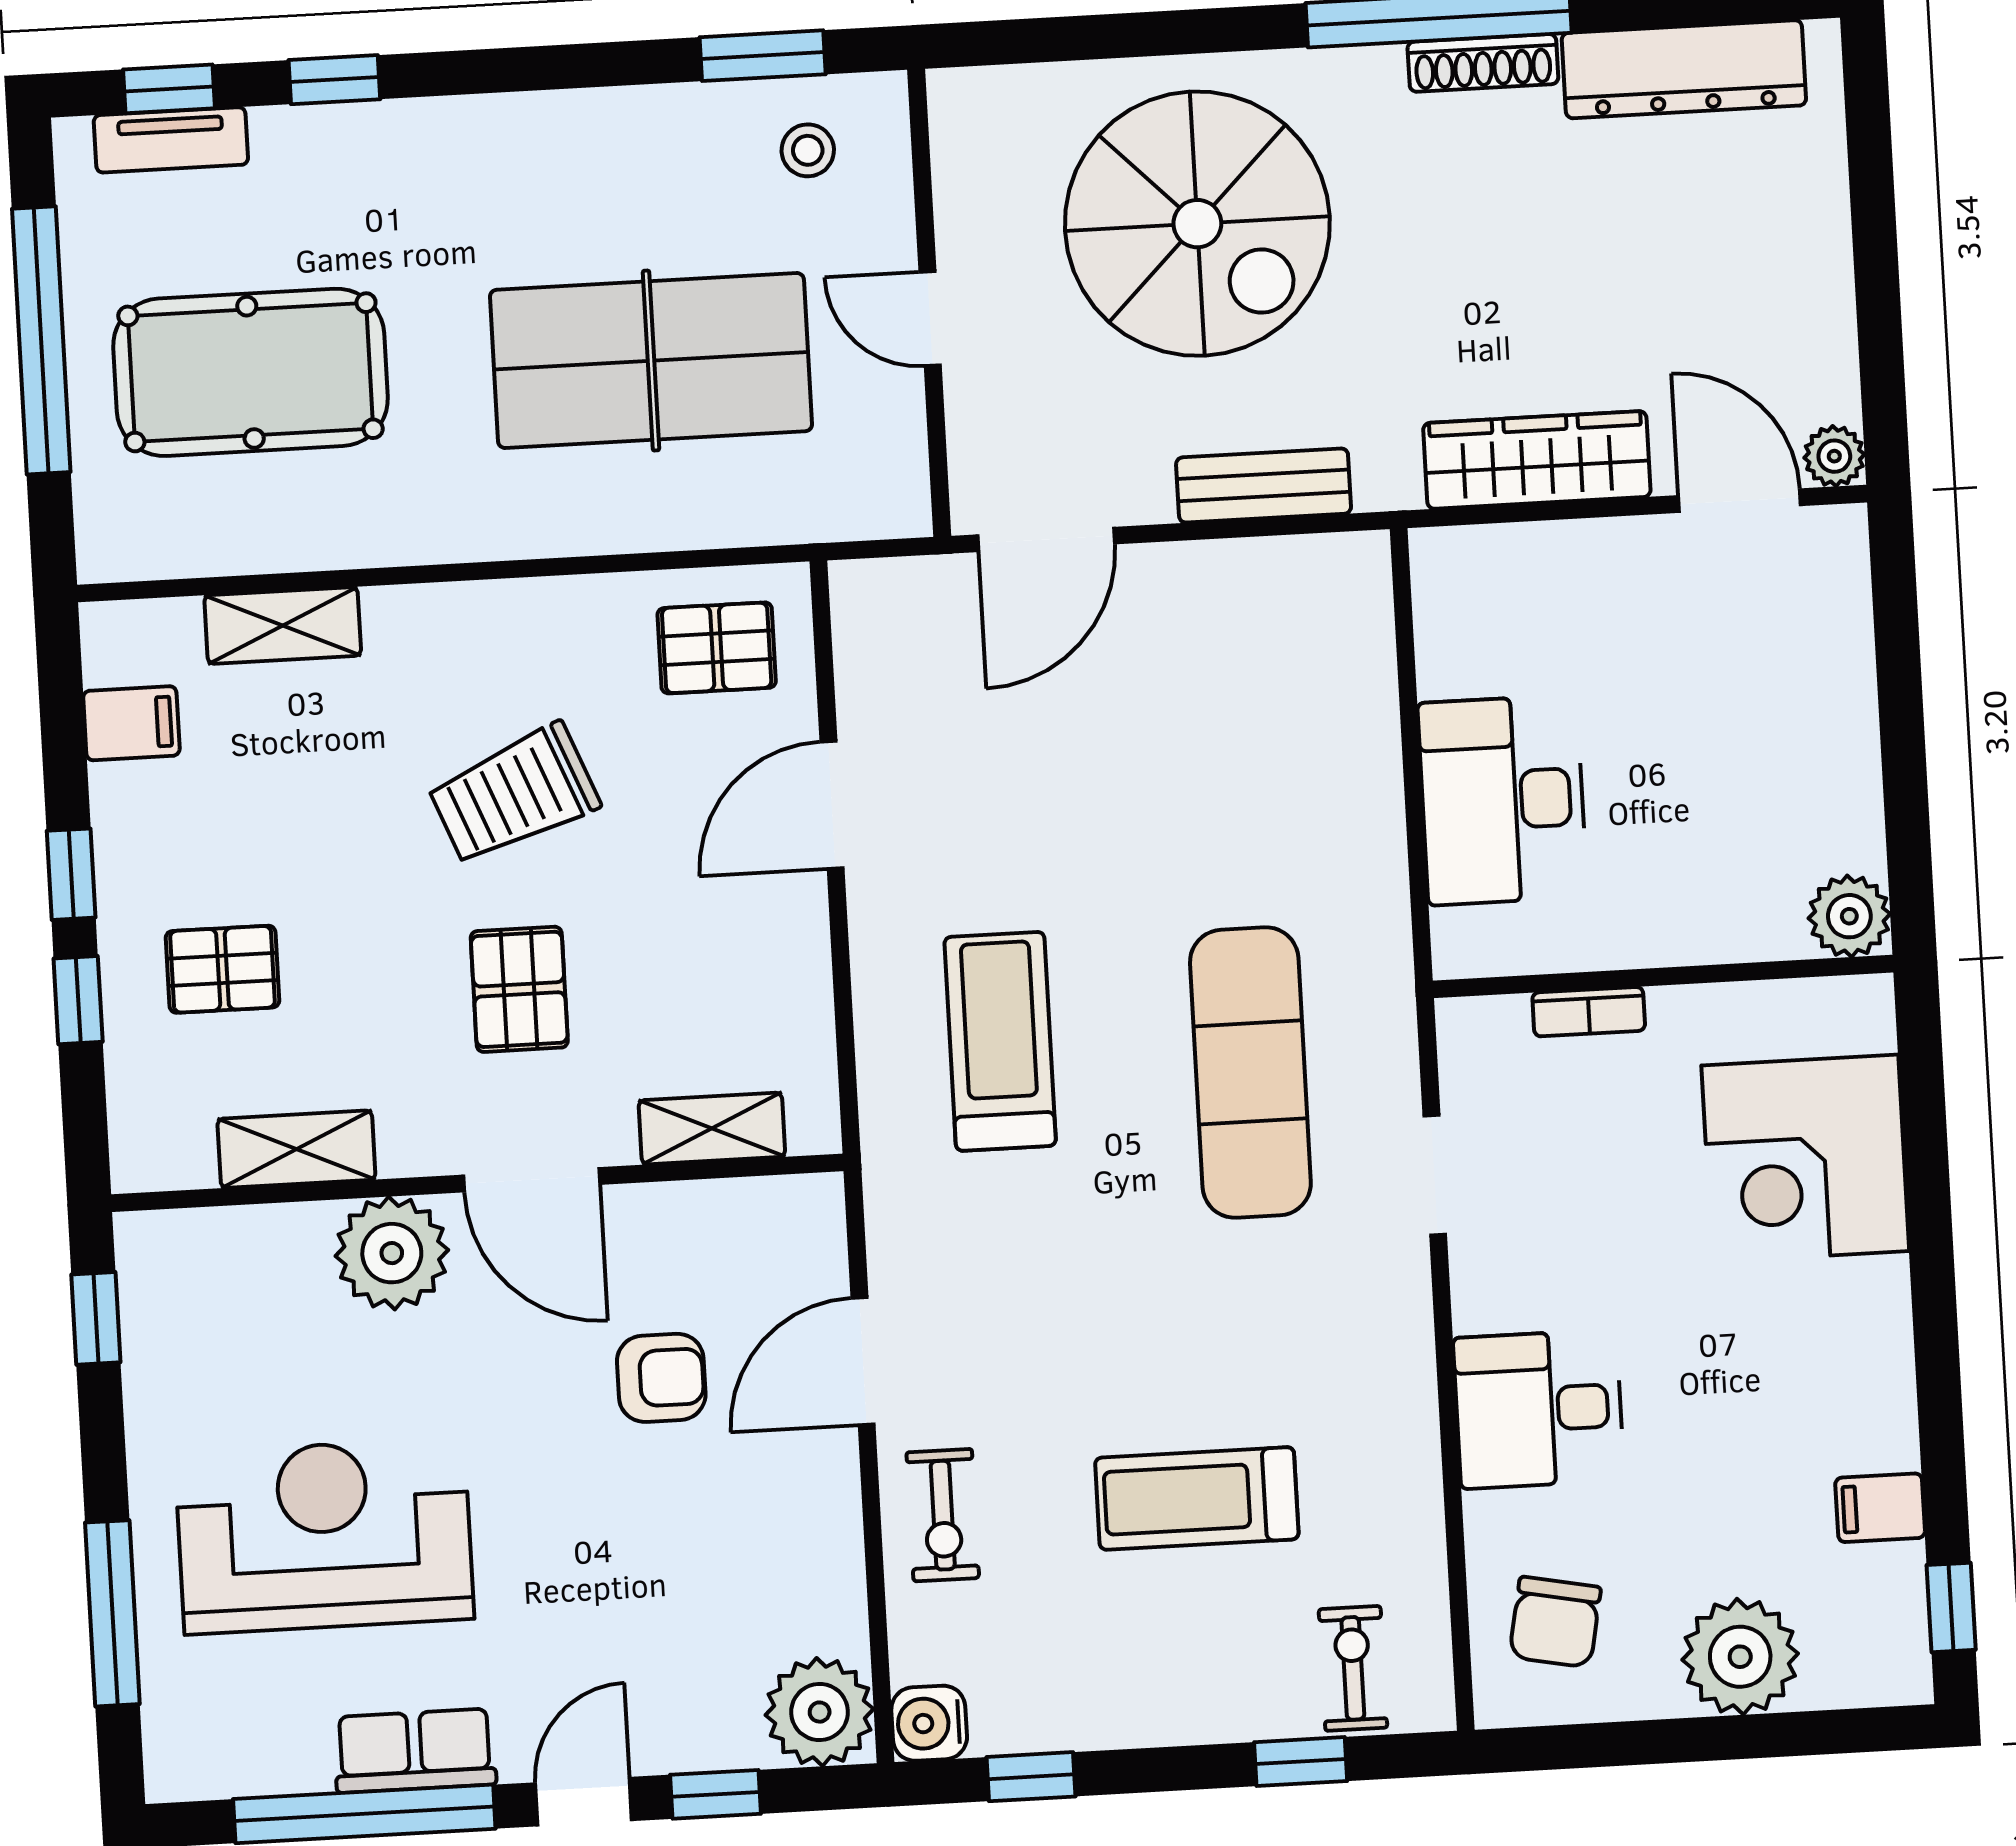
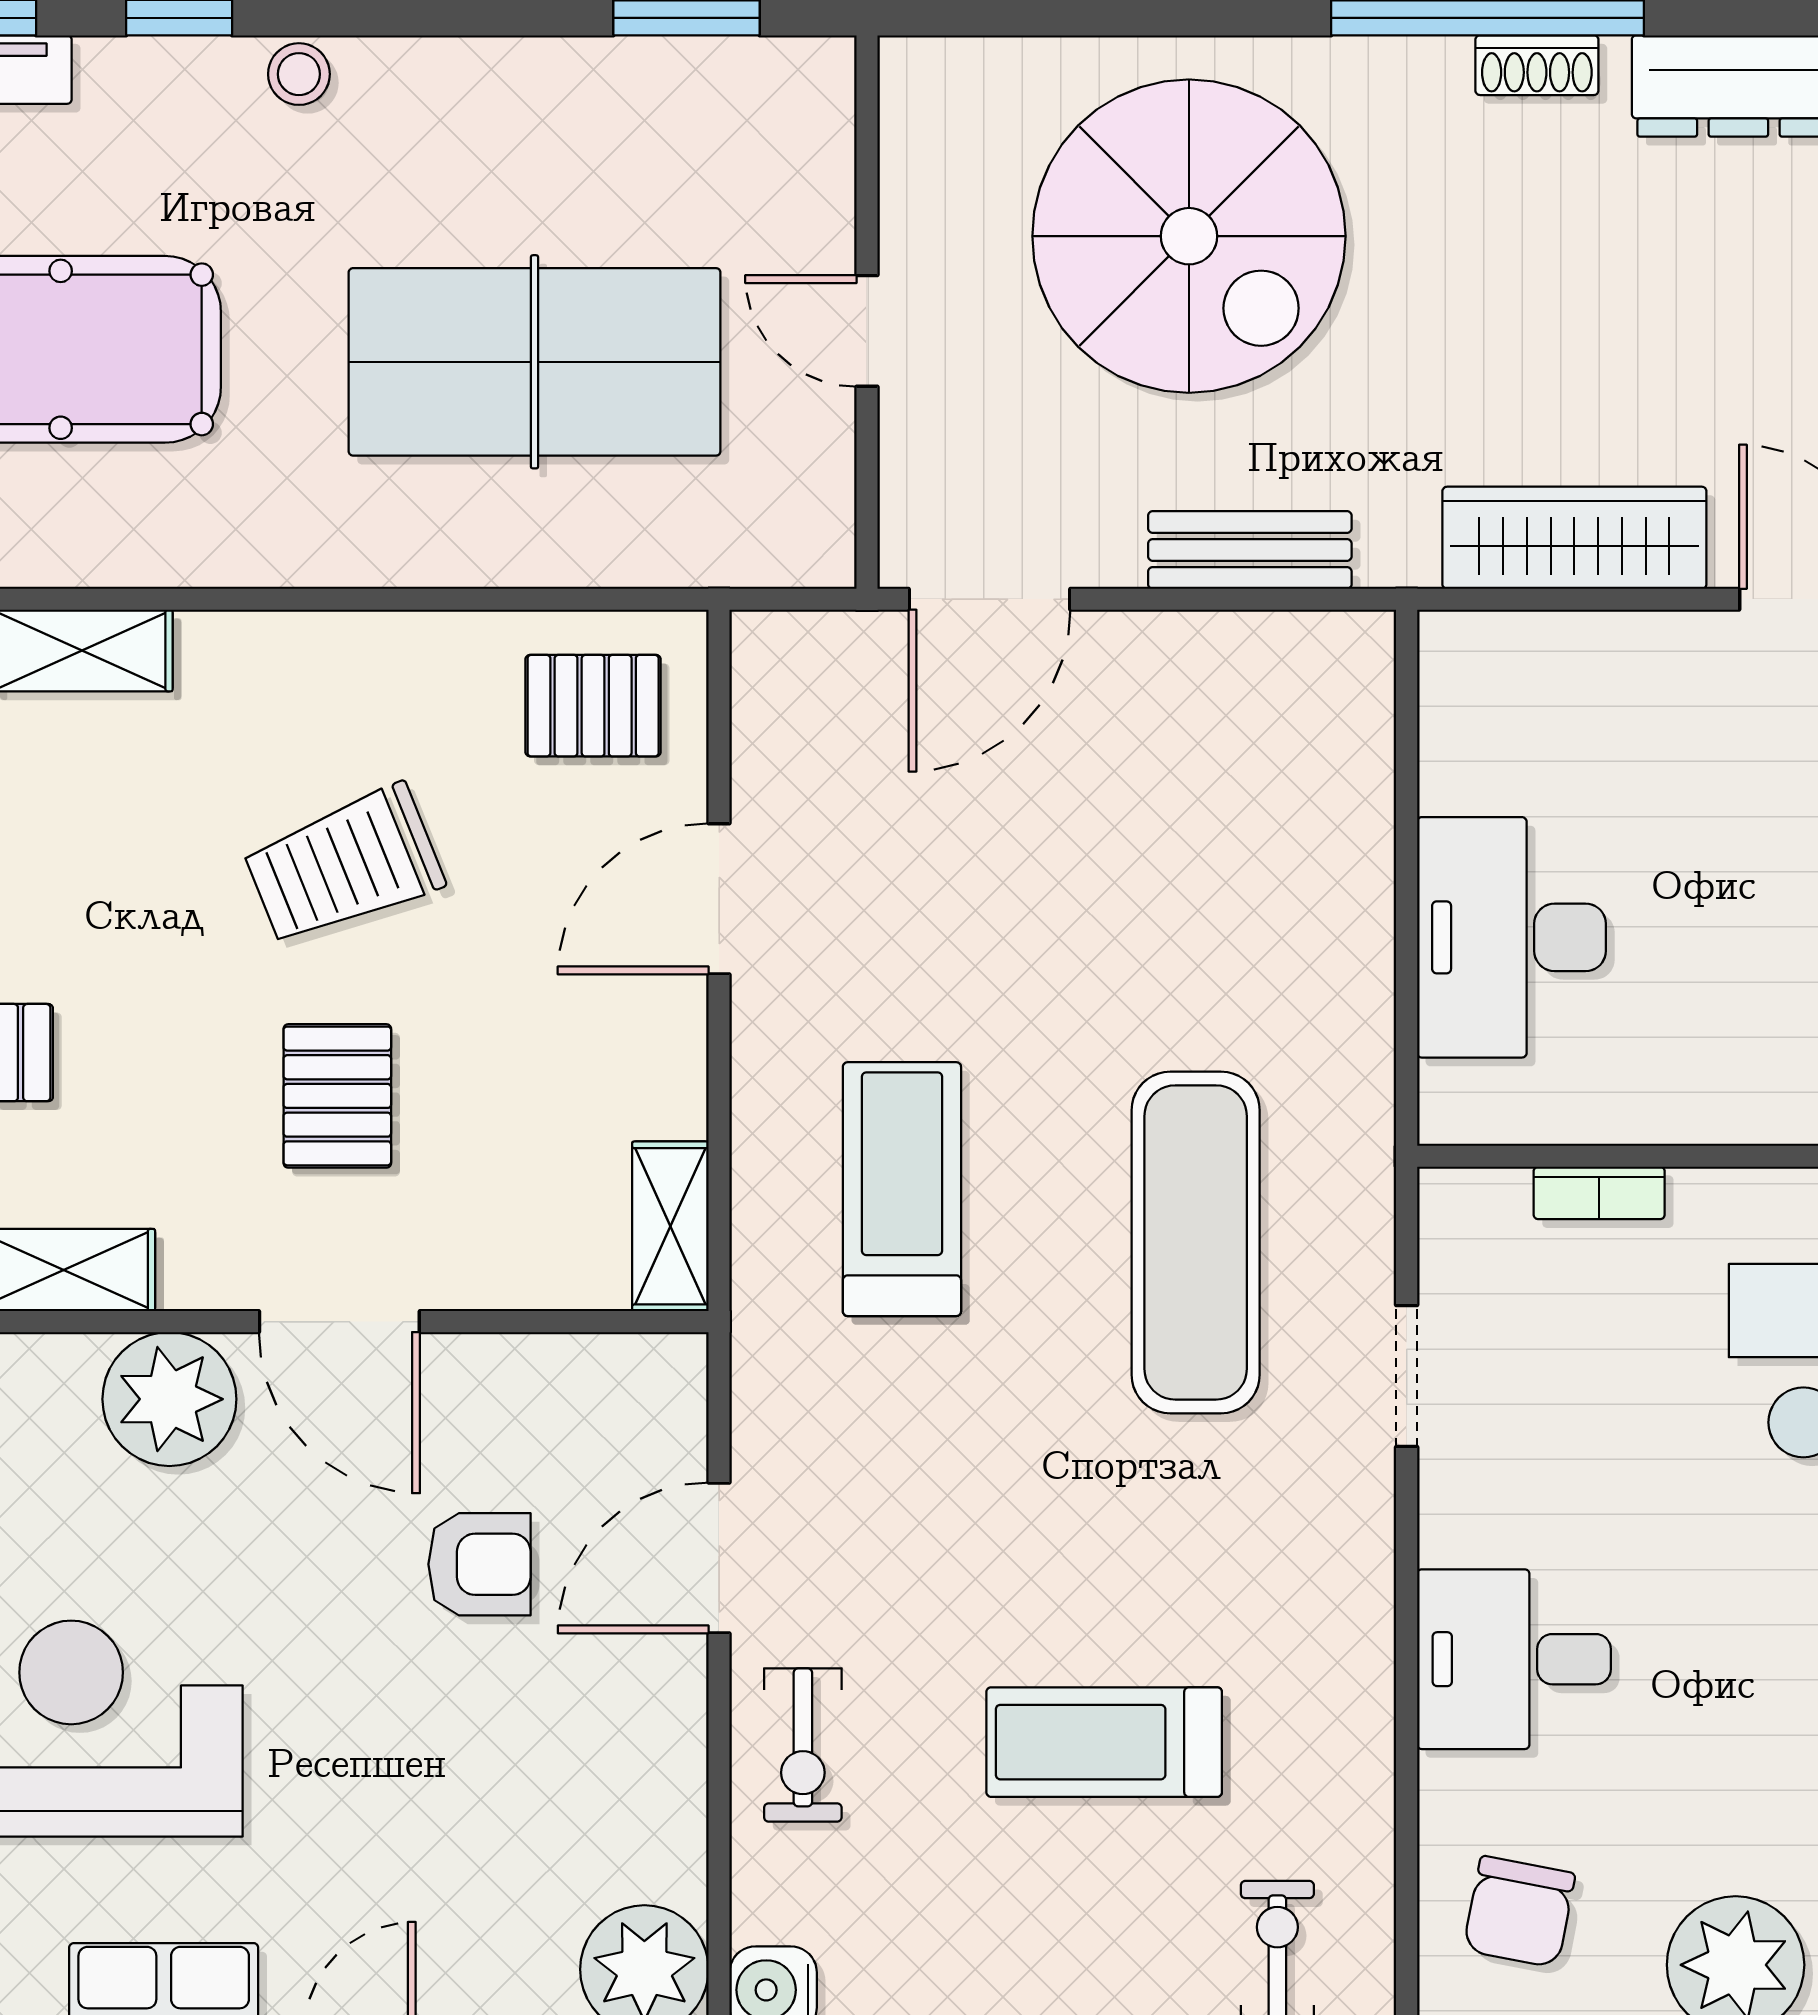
shoe rack: (1483, 63) -> (1537, 65), width x0.70
stool: (808, 150) -> (299, 74), moved
shelving: (712, 1128) -> (670, 1226), moved, turned 90

